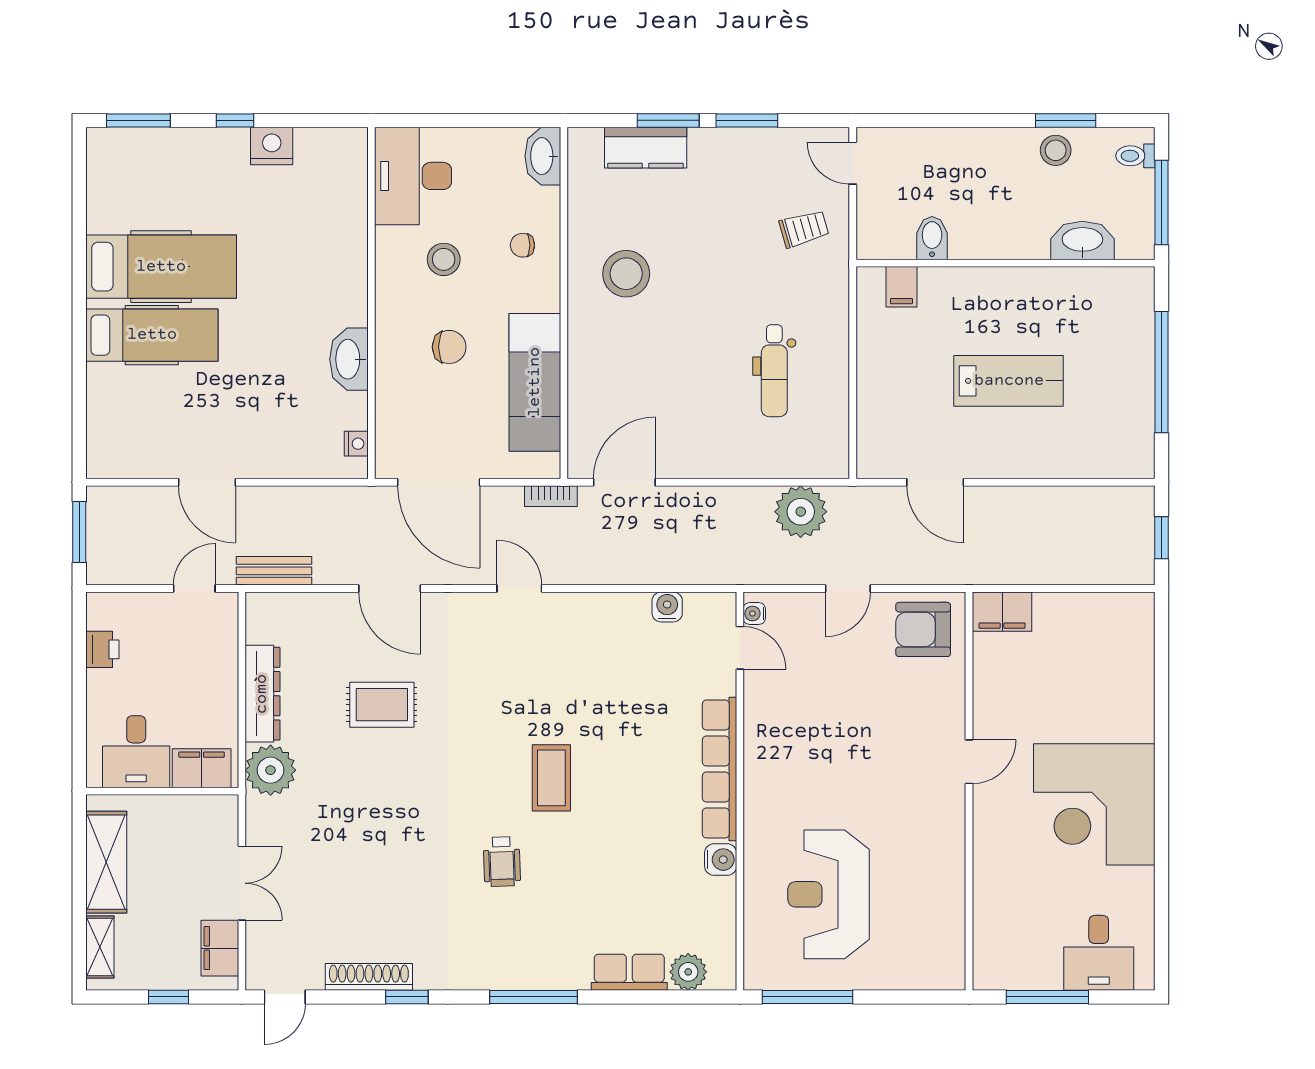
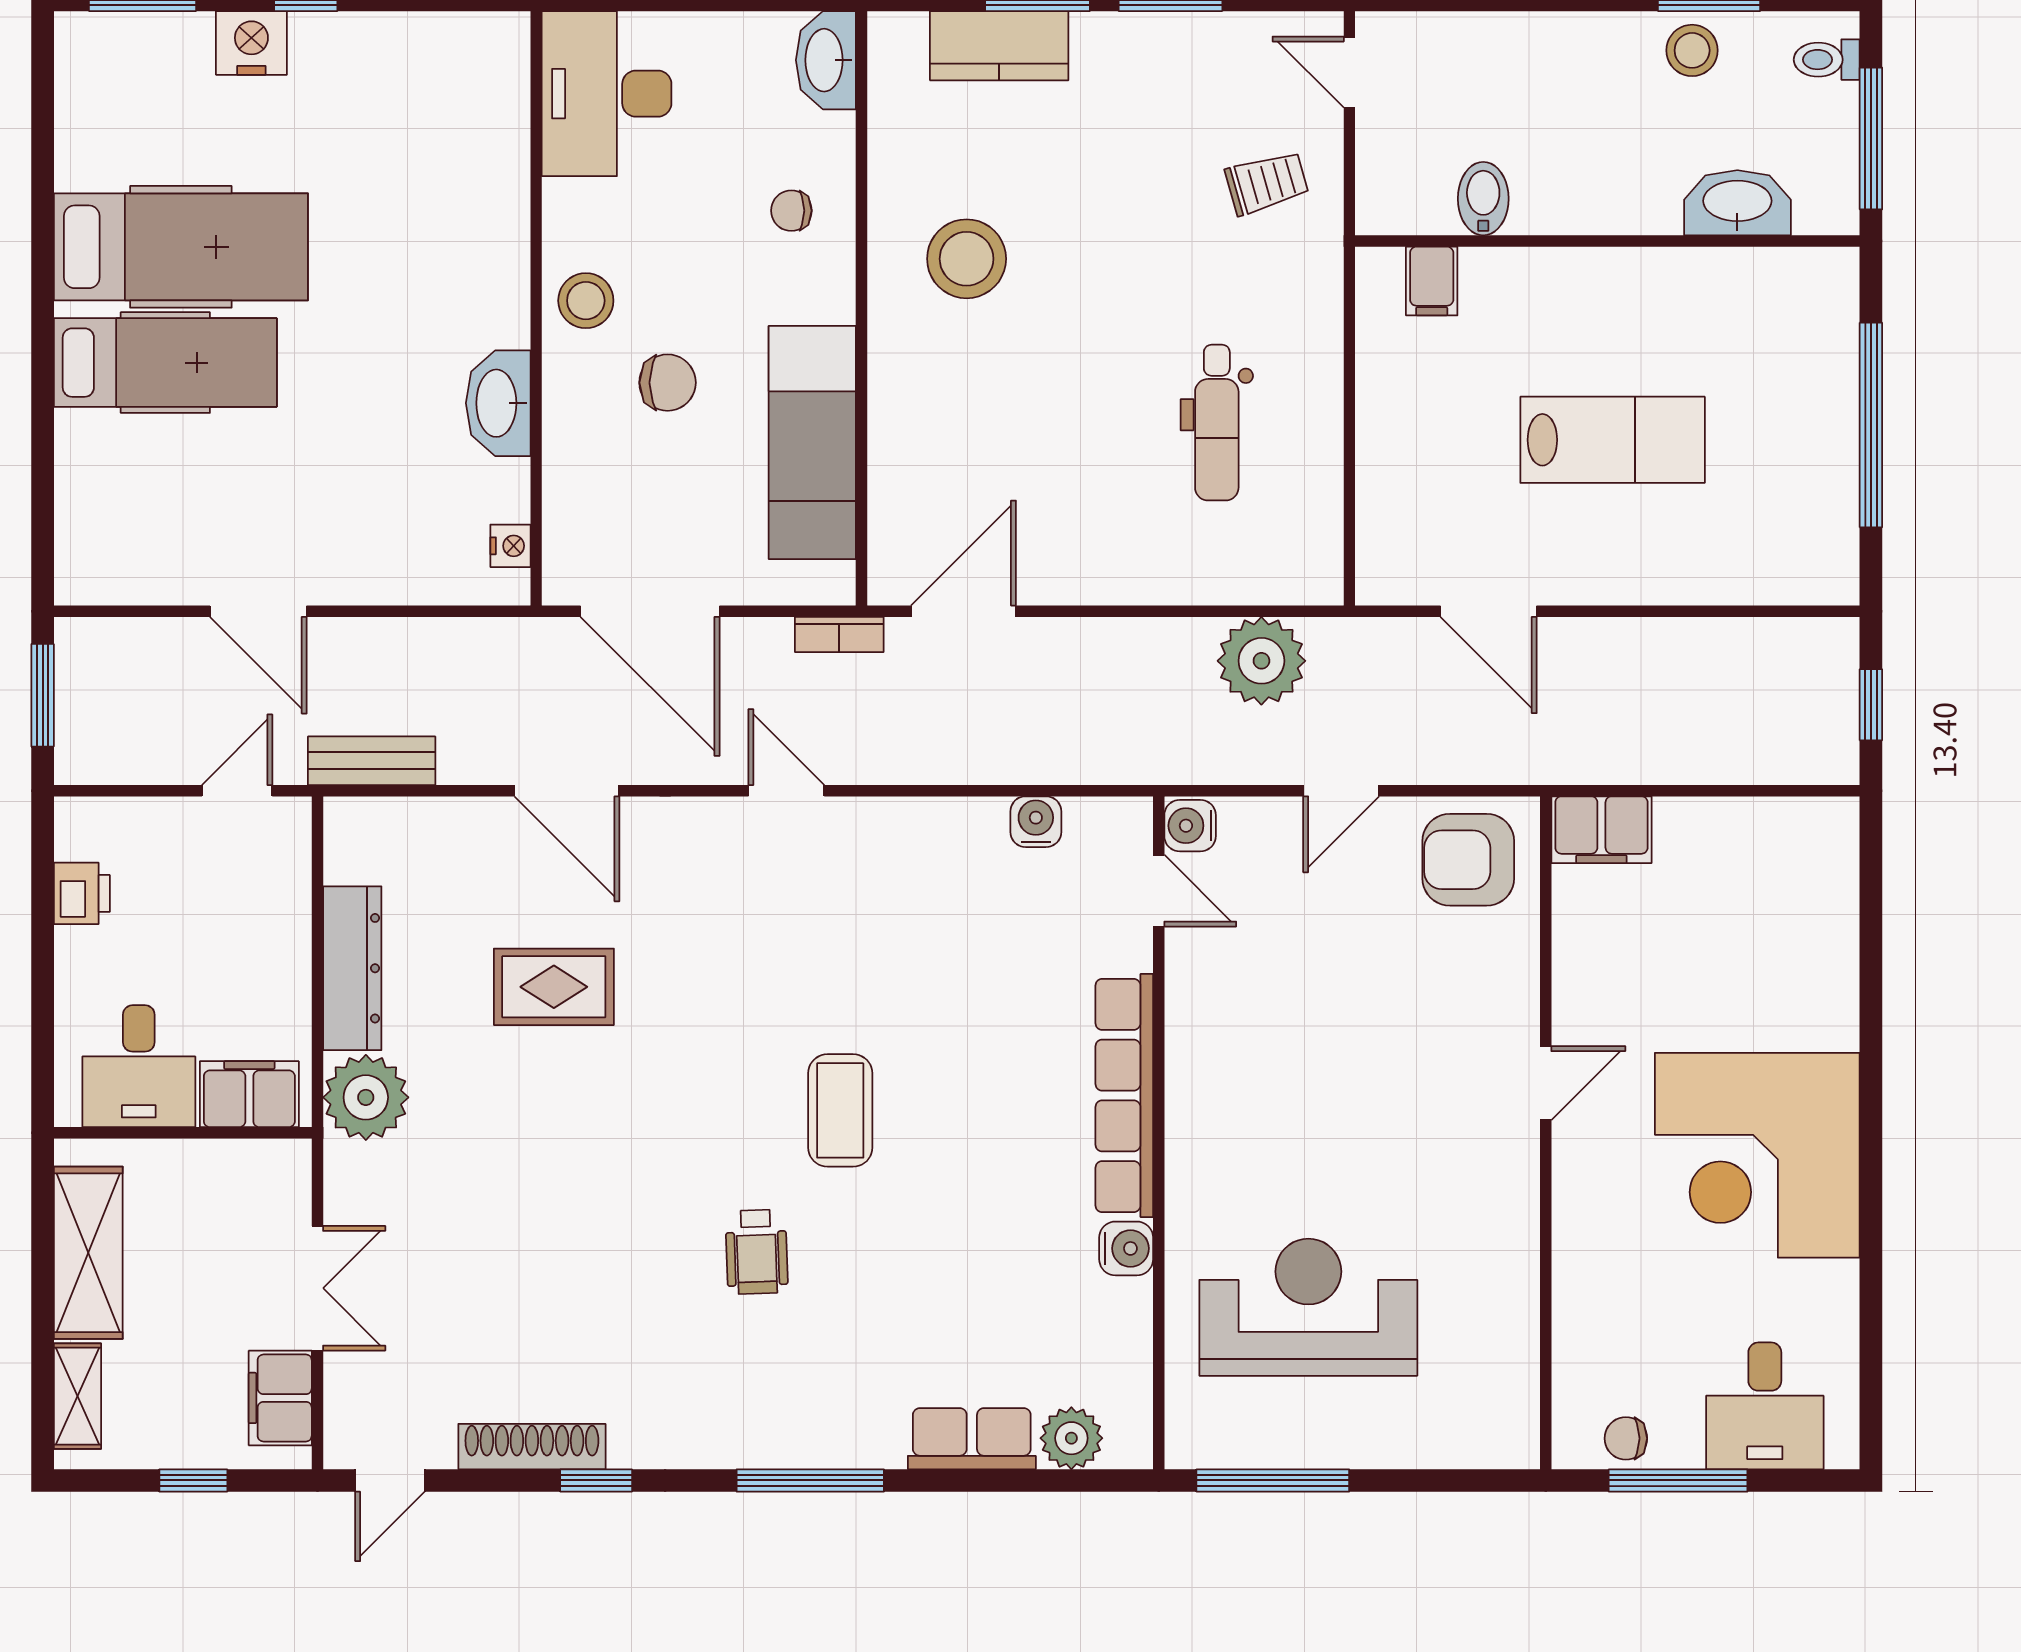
nightstand: (272, 146) -> (251, 43), moved
stool: (444, 259) -> (586, 301), moved
water cooler: (754, 613) -> (1190, 826), width x1.38, depth x1.38
reception desk: (828, 894) -> (1308, 1307), turned 90
chair: (1016, 972) -> (1626, 1438), added

